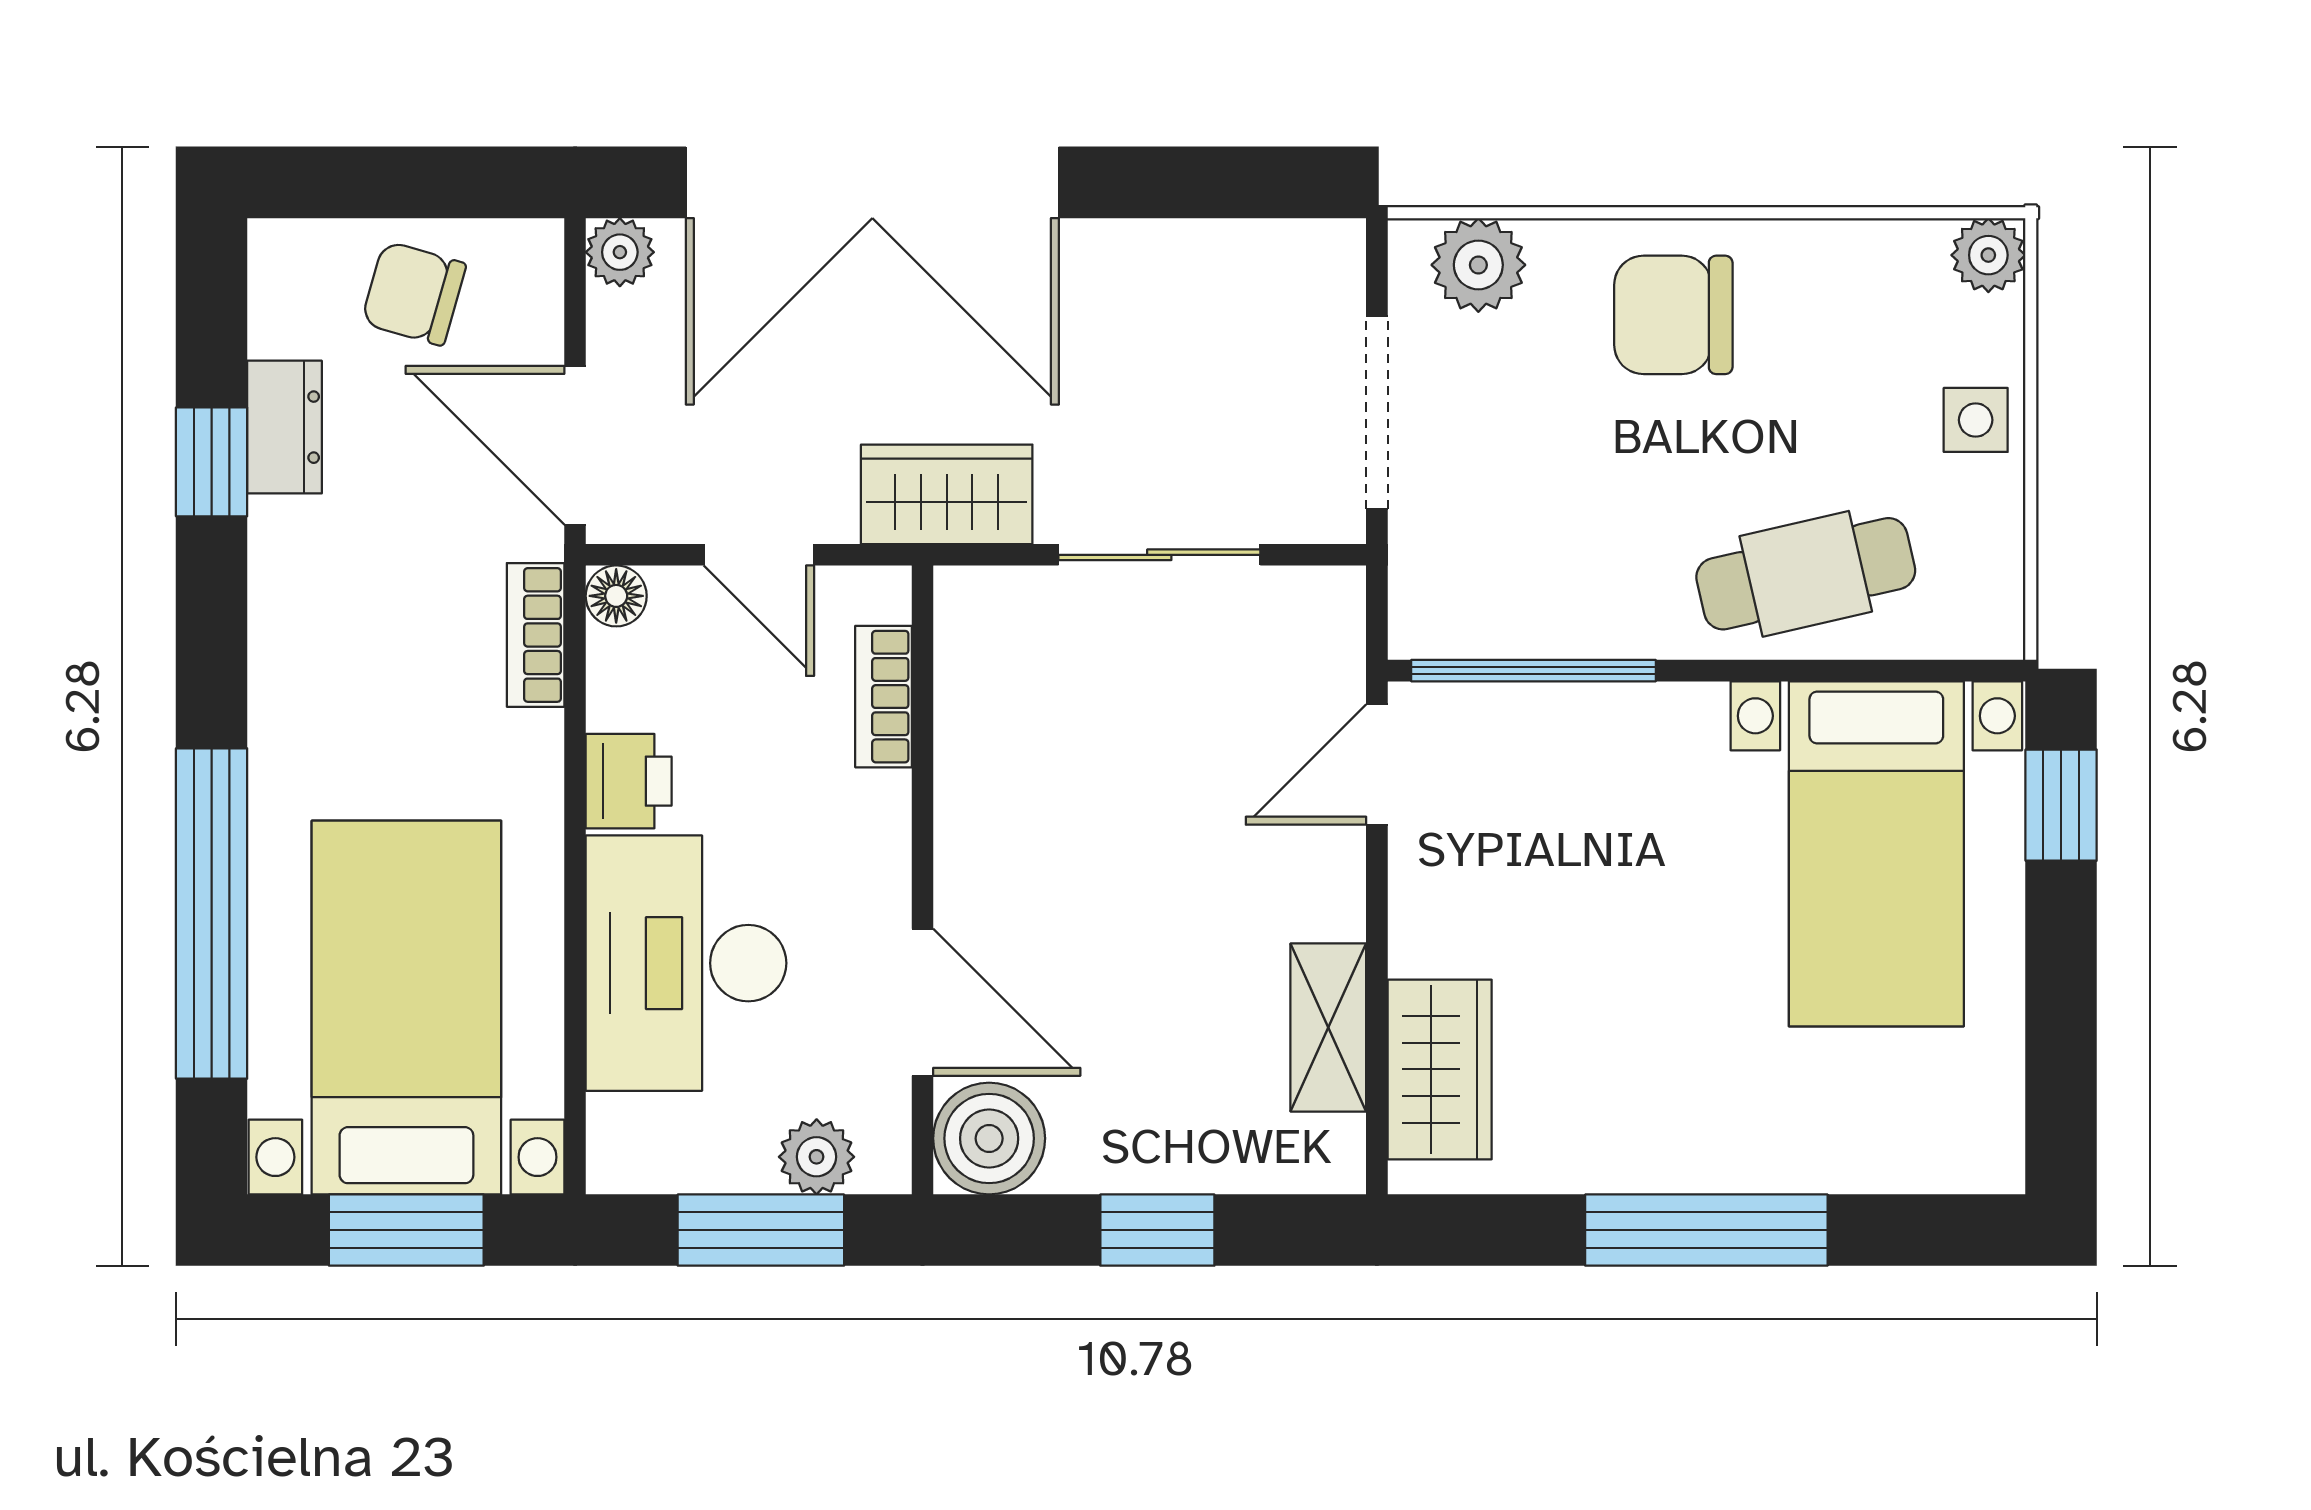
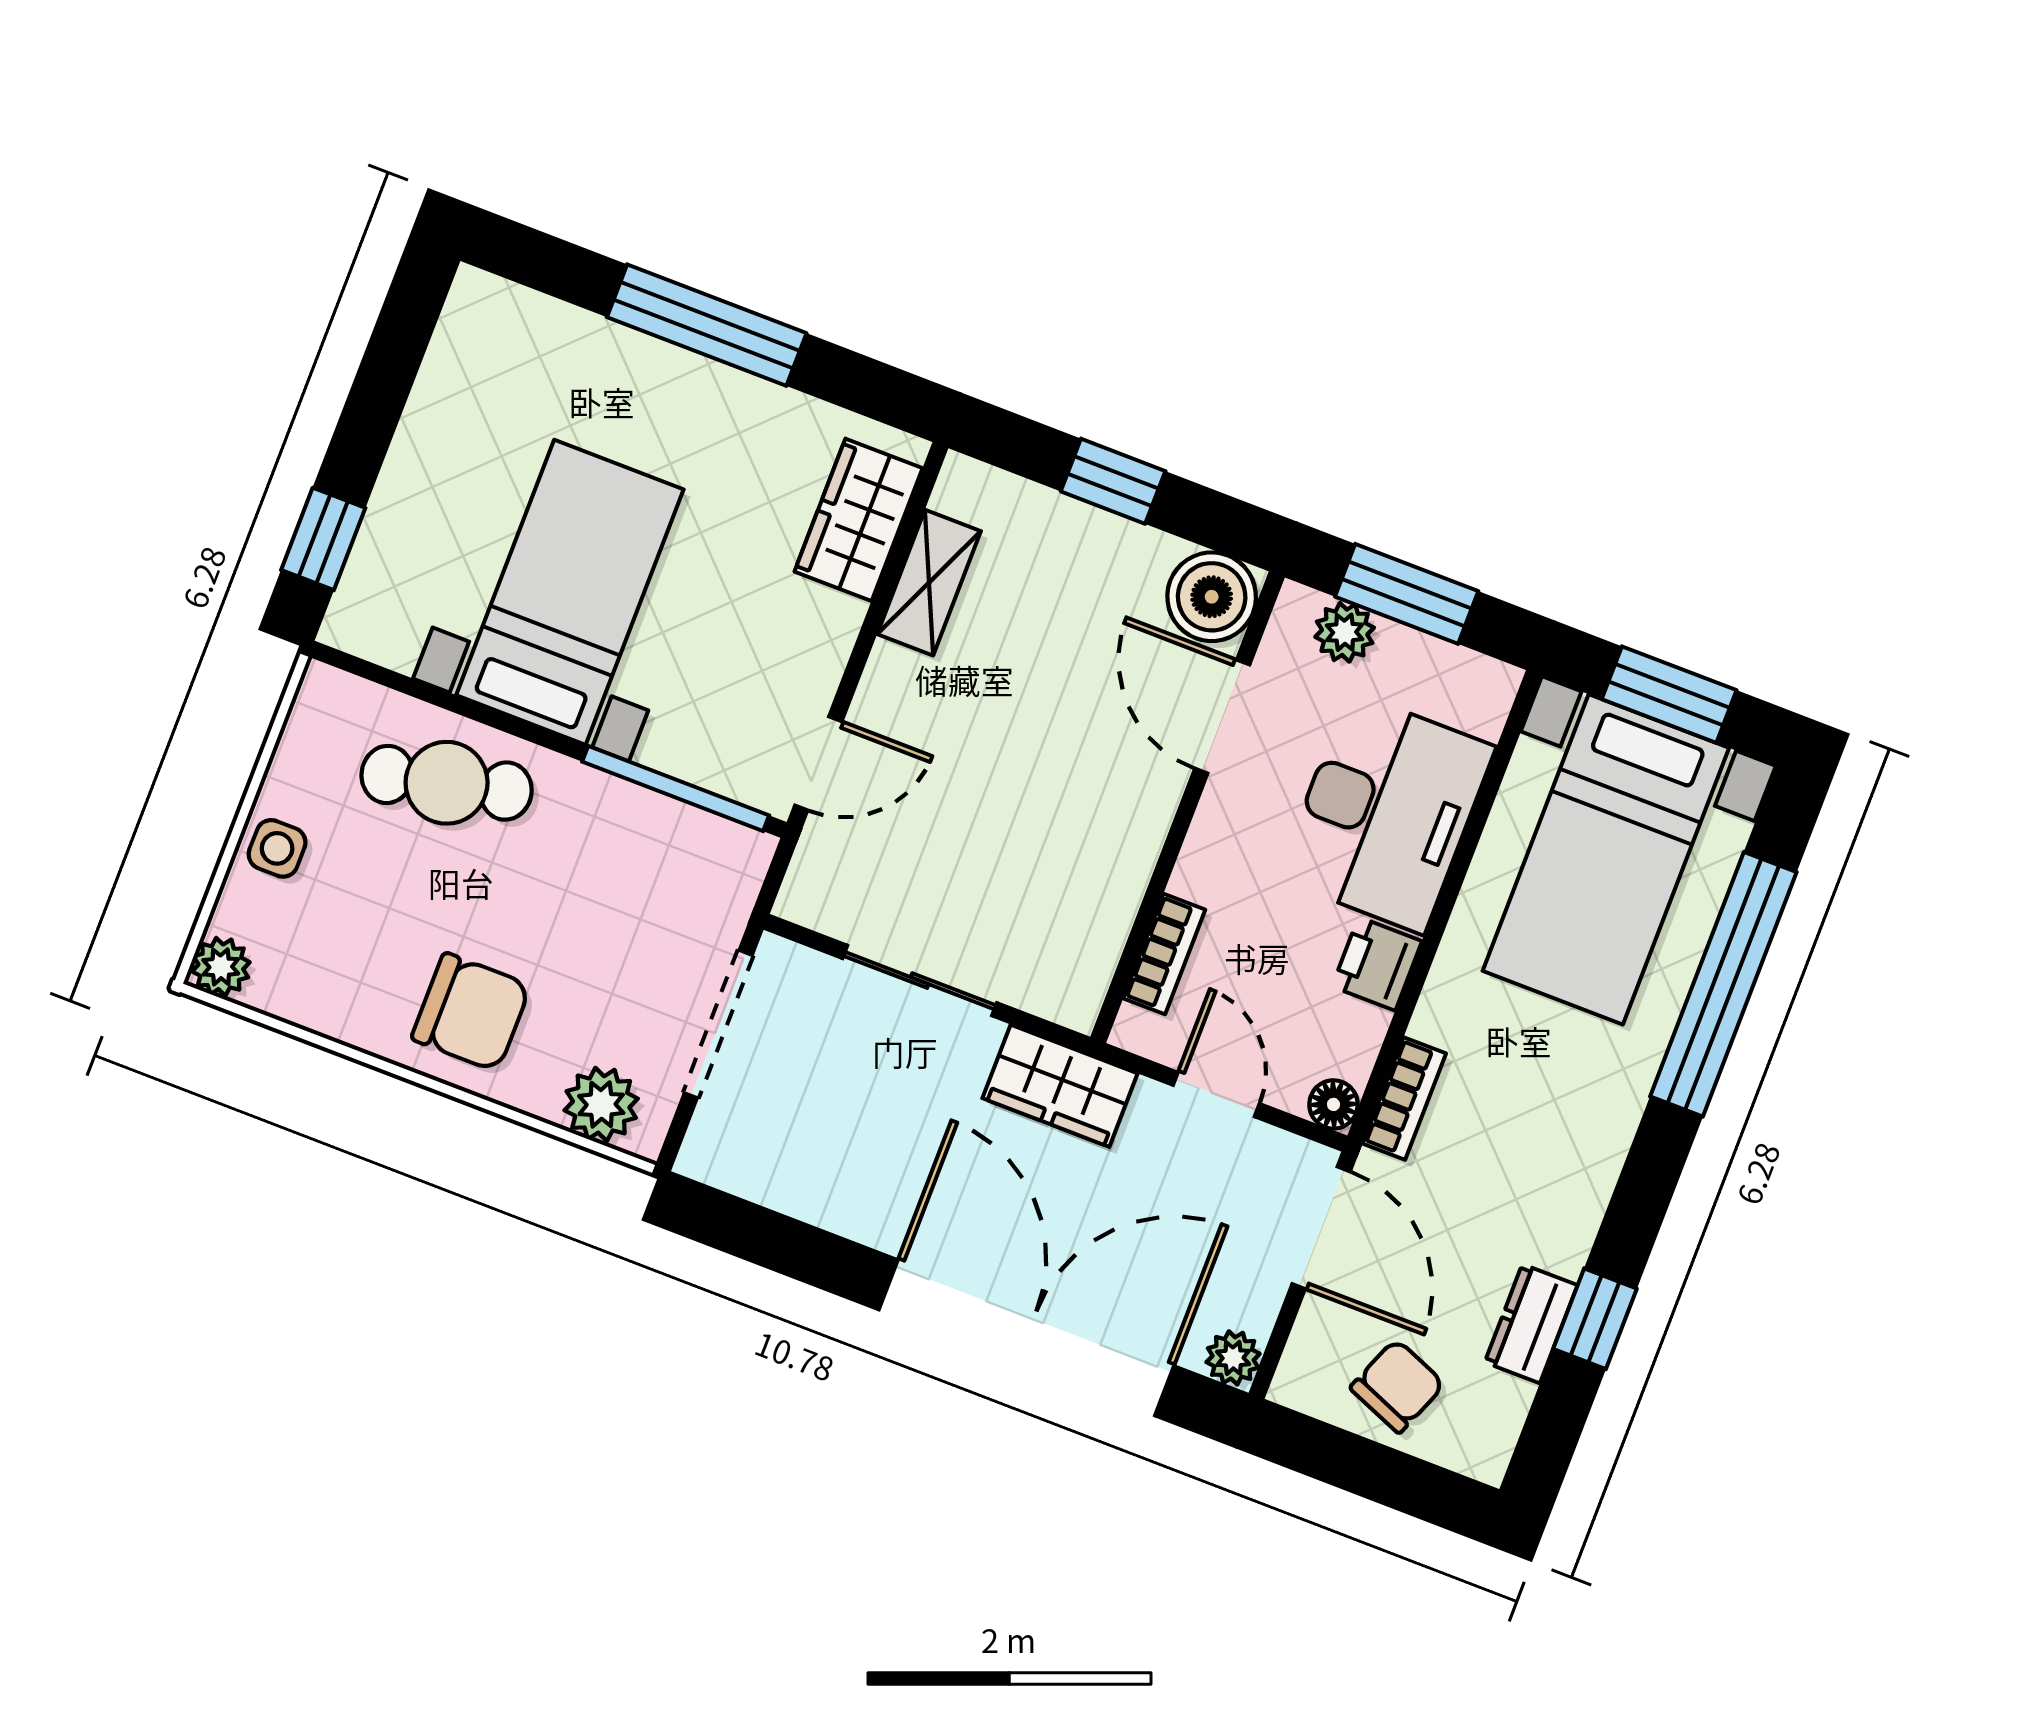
chair: (414, 293) -> (1397, 1386), turned -84
bed with nightstands: (1876, 854) -> (570, 592), moved

